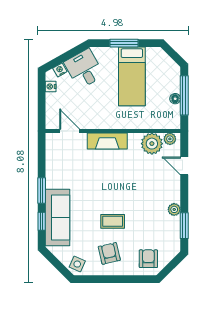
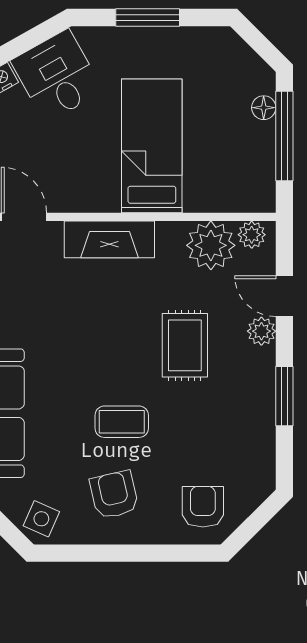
bed: (132, 76) -> (152, 146), moved, turned 180
floor lamp: (175, 99) -> (264, 108), moved
rug: (140, 188) -> (185, 345), added
plant: (174, 209) -> (261, 331), moved
window: (184, 226) -> (284, 396), moved

